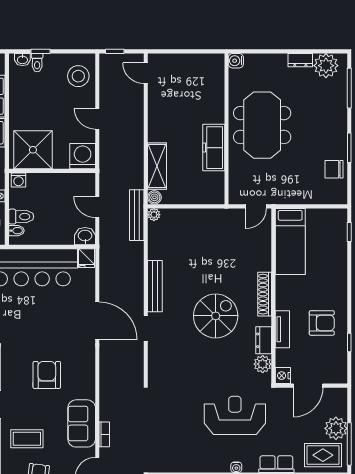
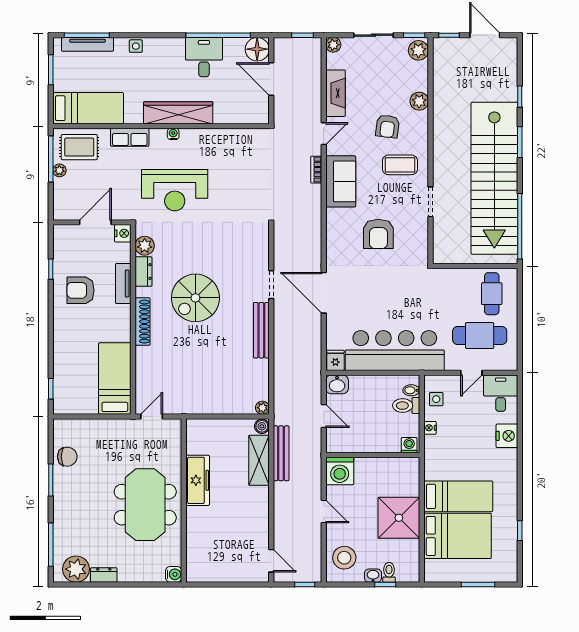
washbasin: (22, 60) -> (373, 576), moved
shower: (33, 150) -> (399, 518), moved
bench: (137, 215) -> (281, 453), moved
plant: (336, 428) -> (59, 170), width x0.53, depth x0.53

